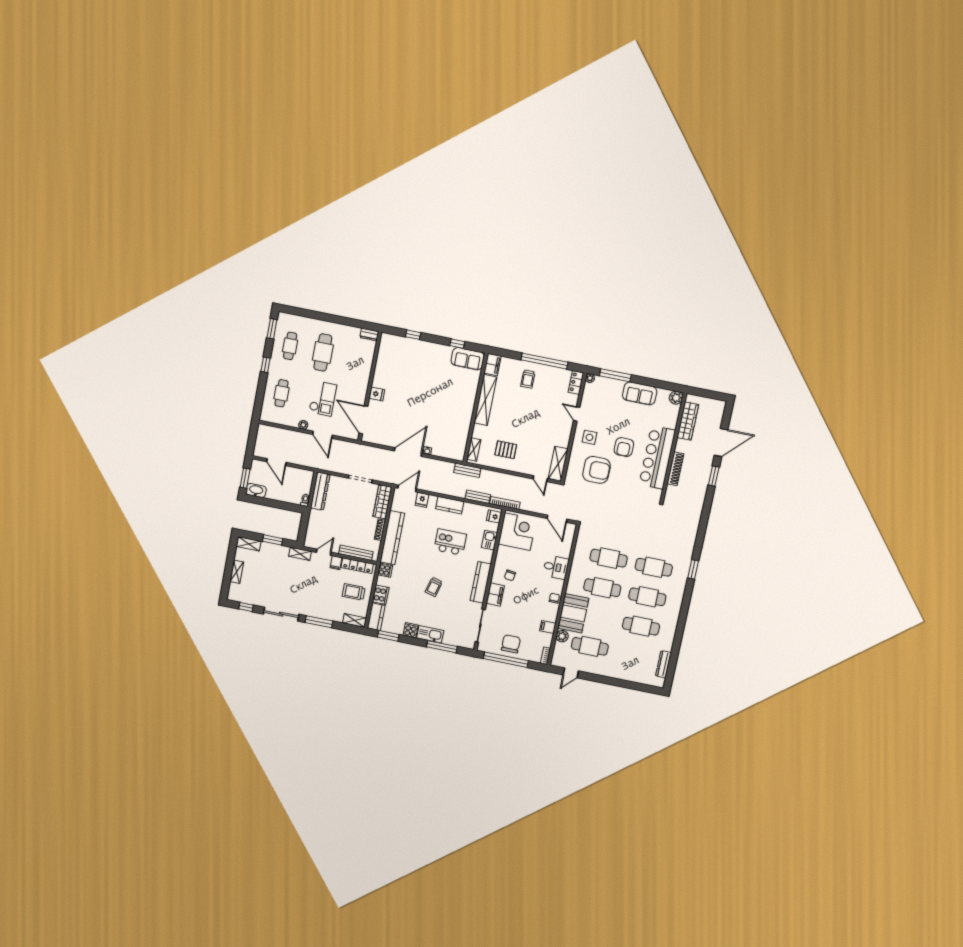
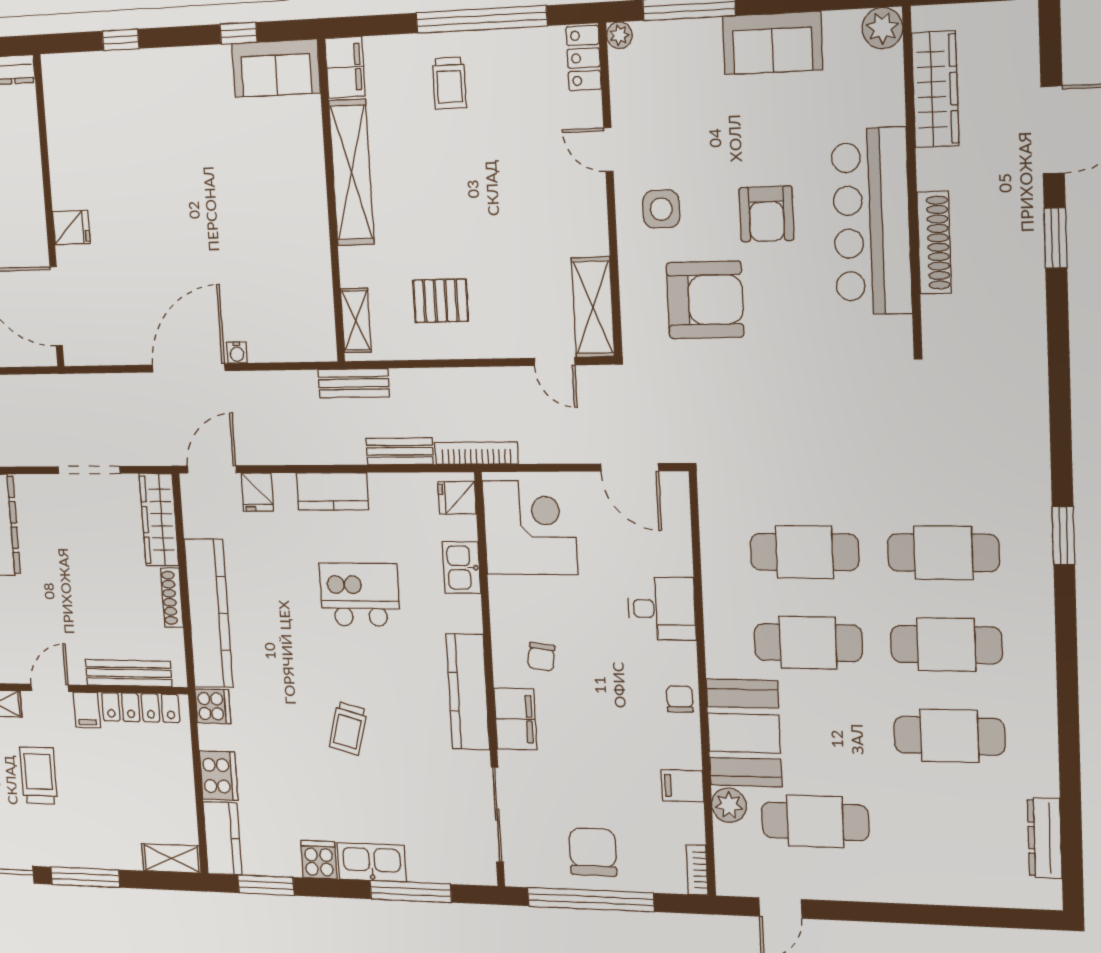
trolley: (354, 592) -> (39, 776), moved, turned 90

